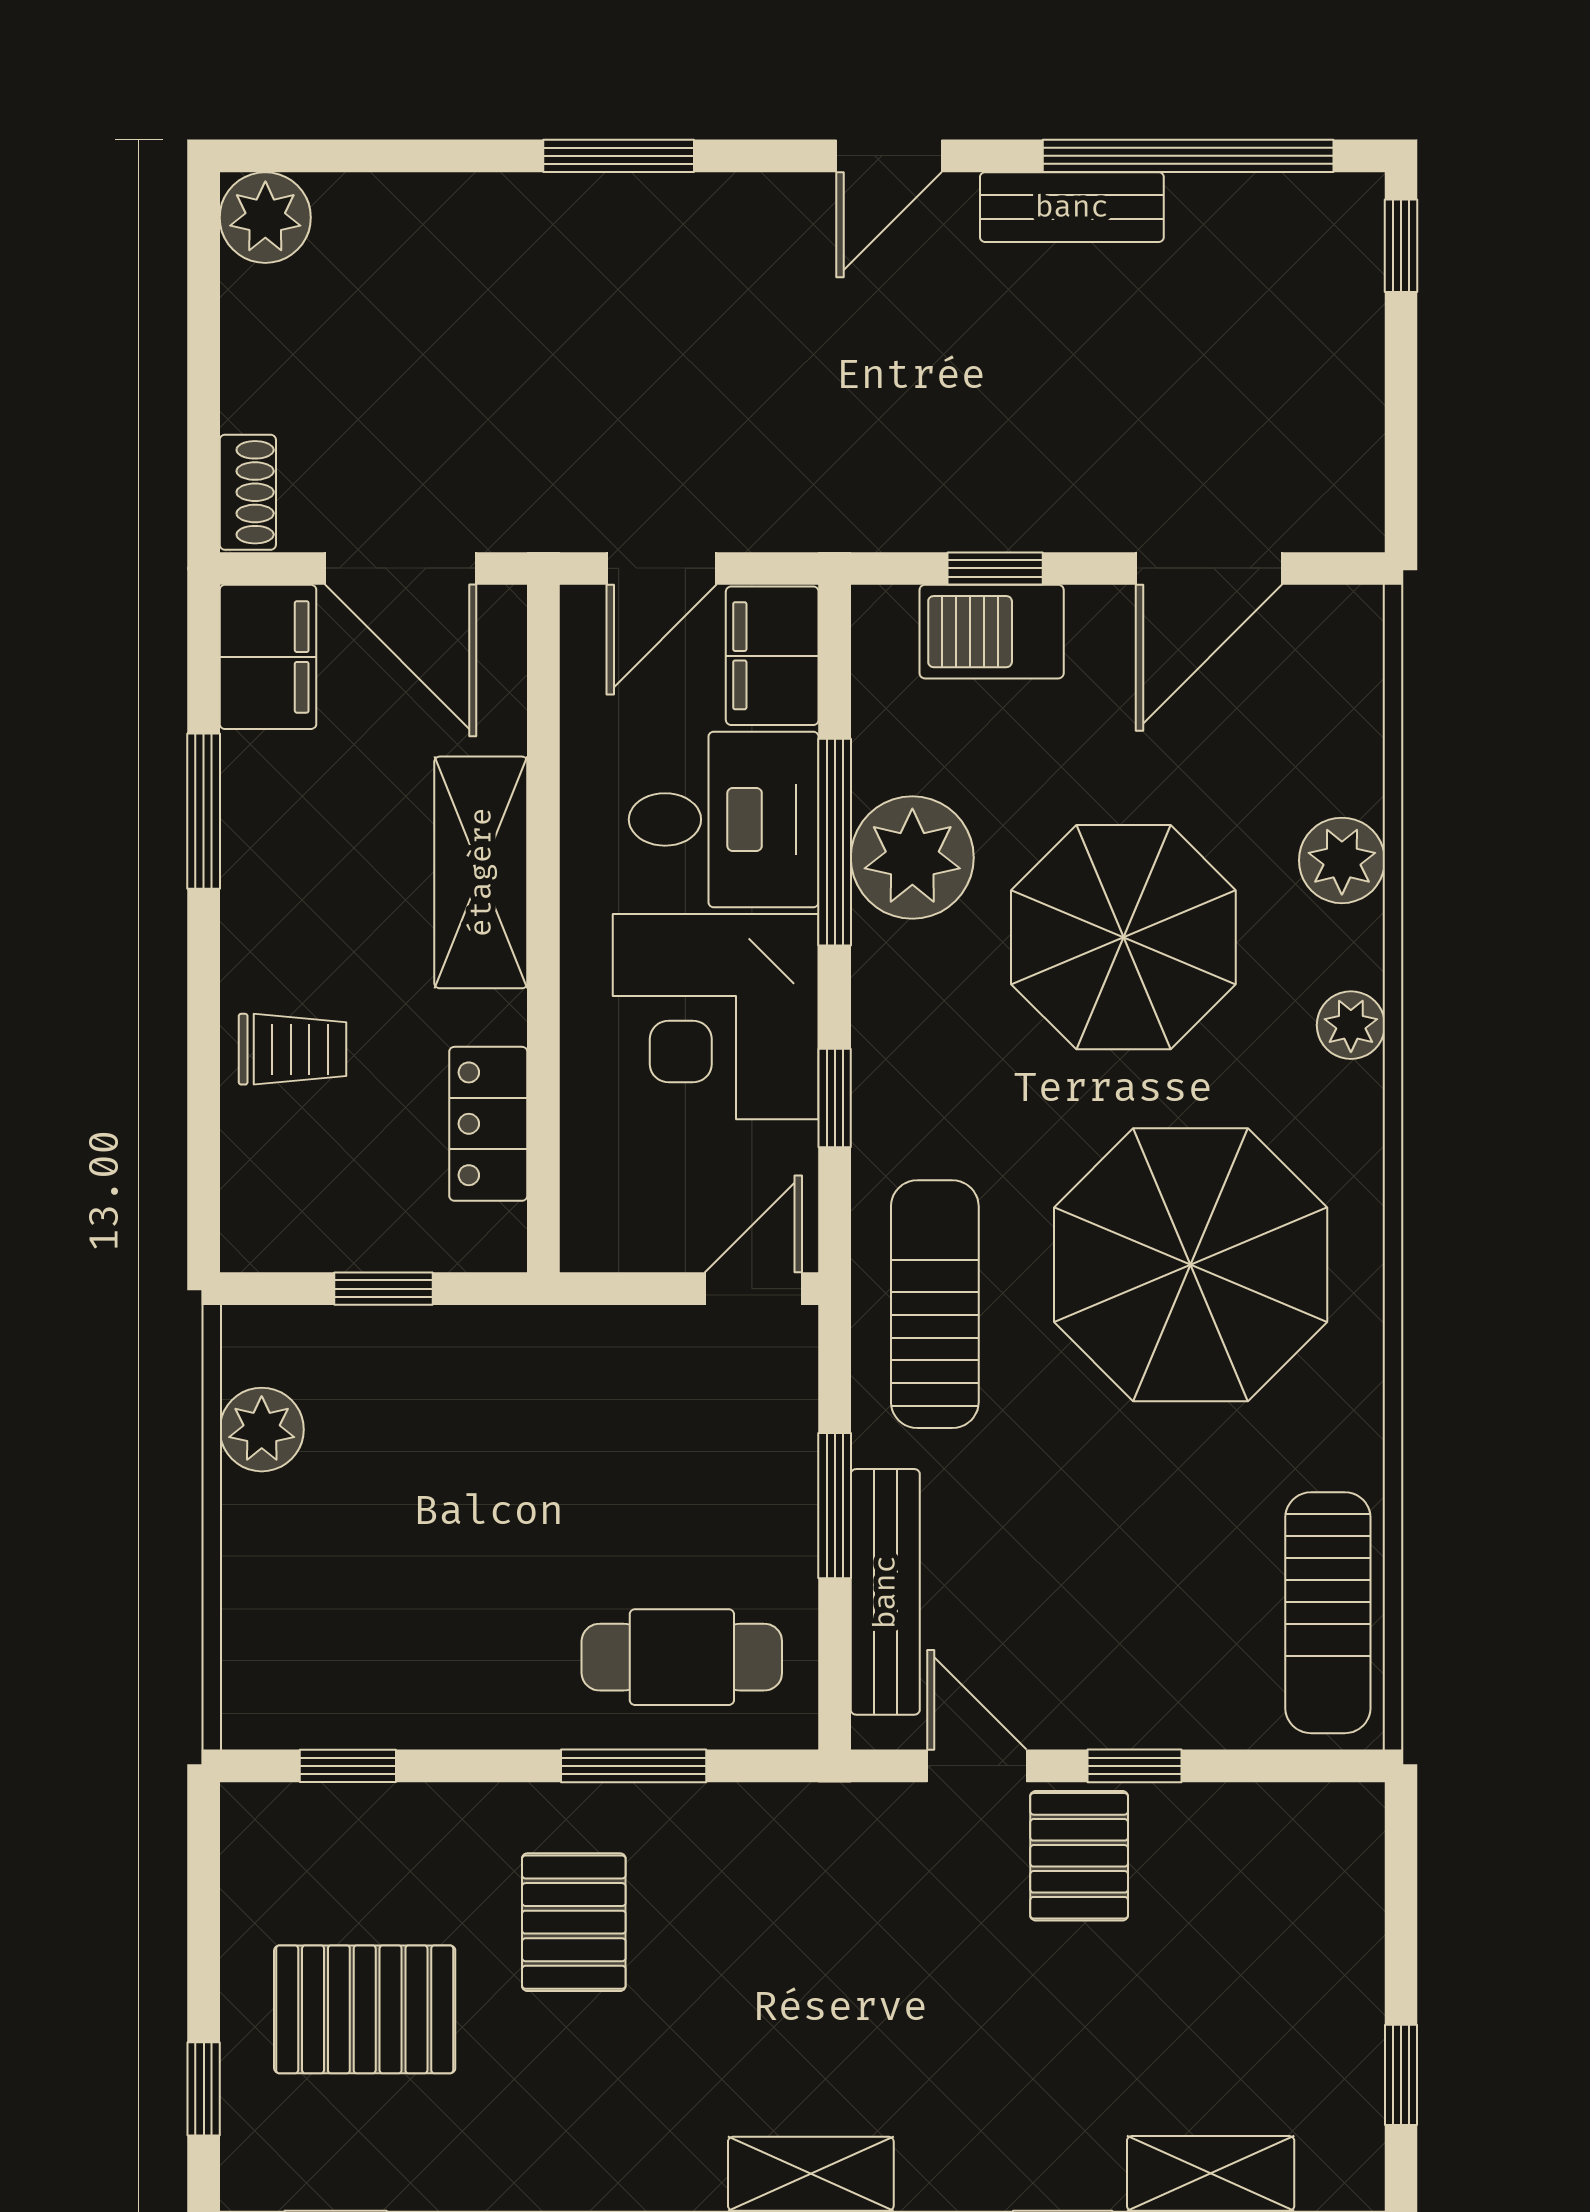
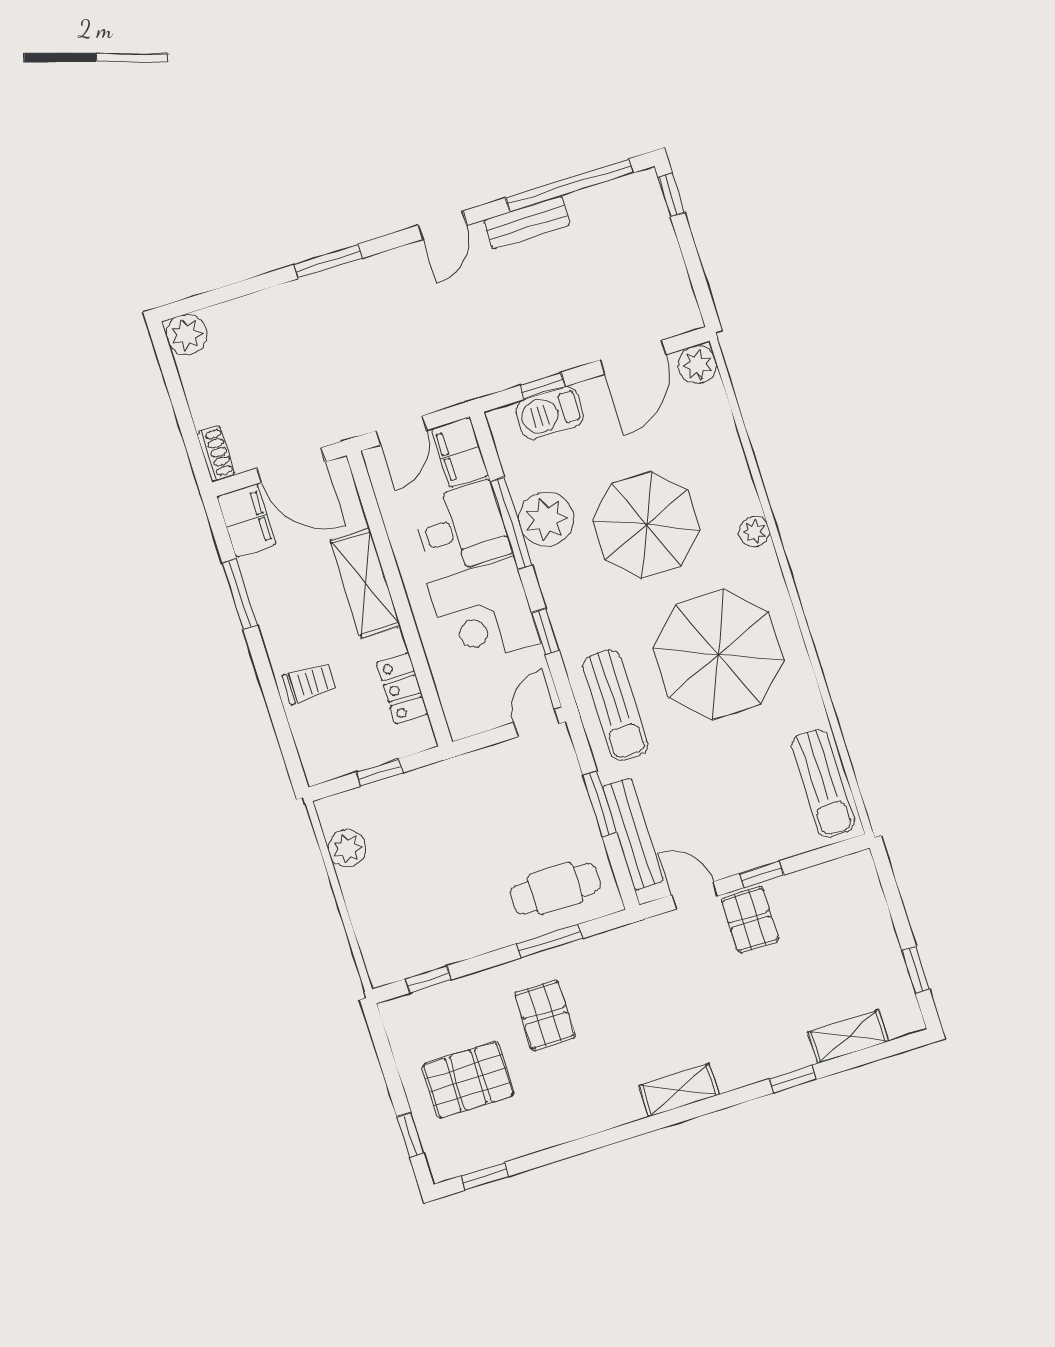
plant: (1342, 860) -> (697, 365), moved
sun lounger: (935, 1304) -> (615, 705), turned 180

